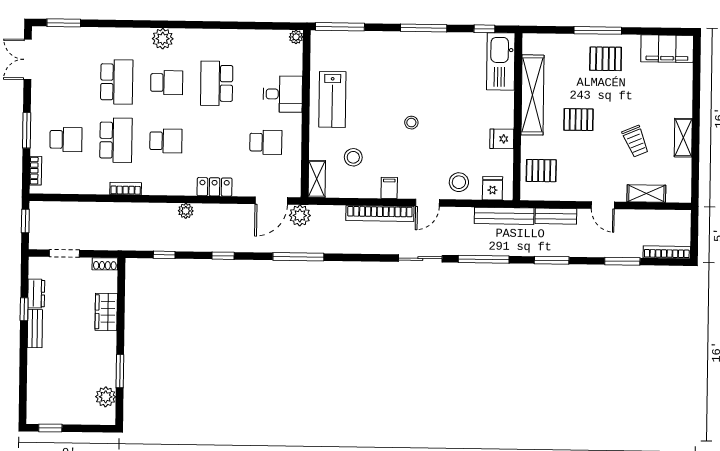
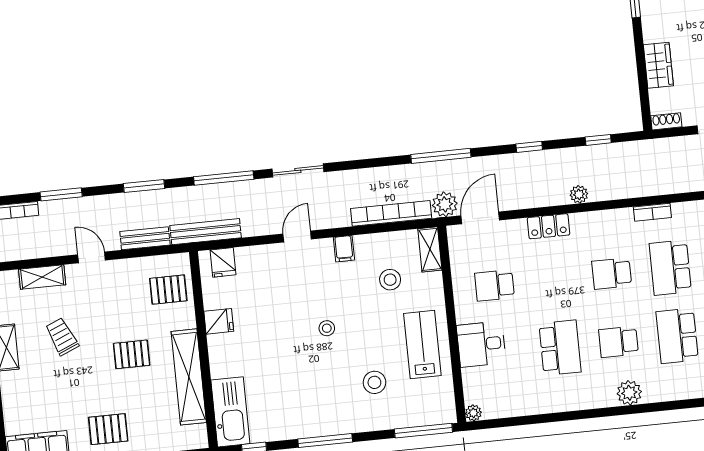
stool: (459, 182) -> (374, 382), moved
bookcase: (380, 213) -> (391, 213), moved

